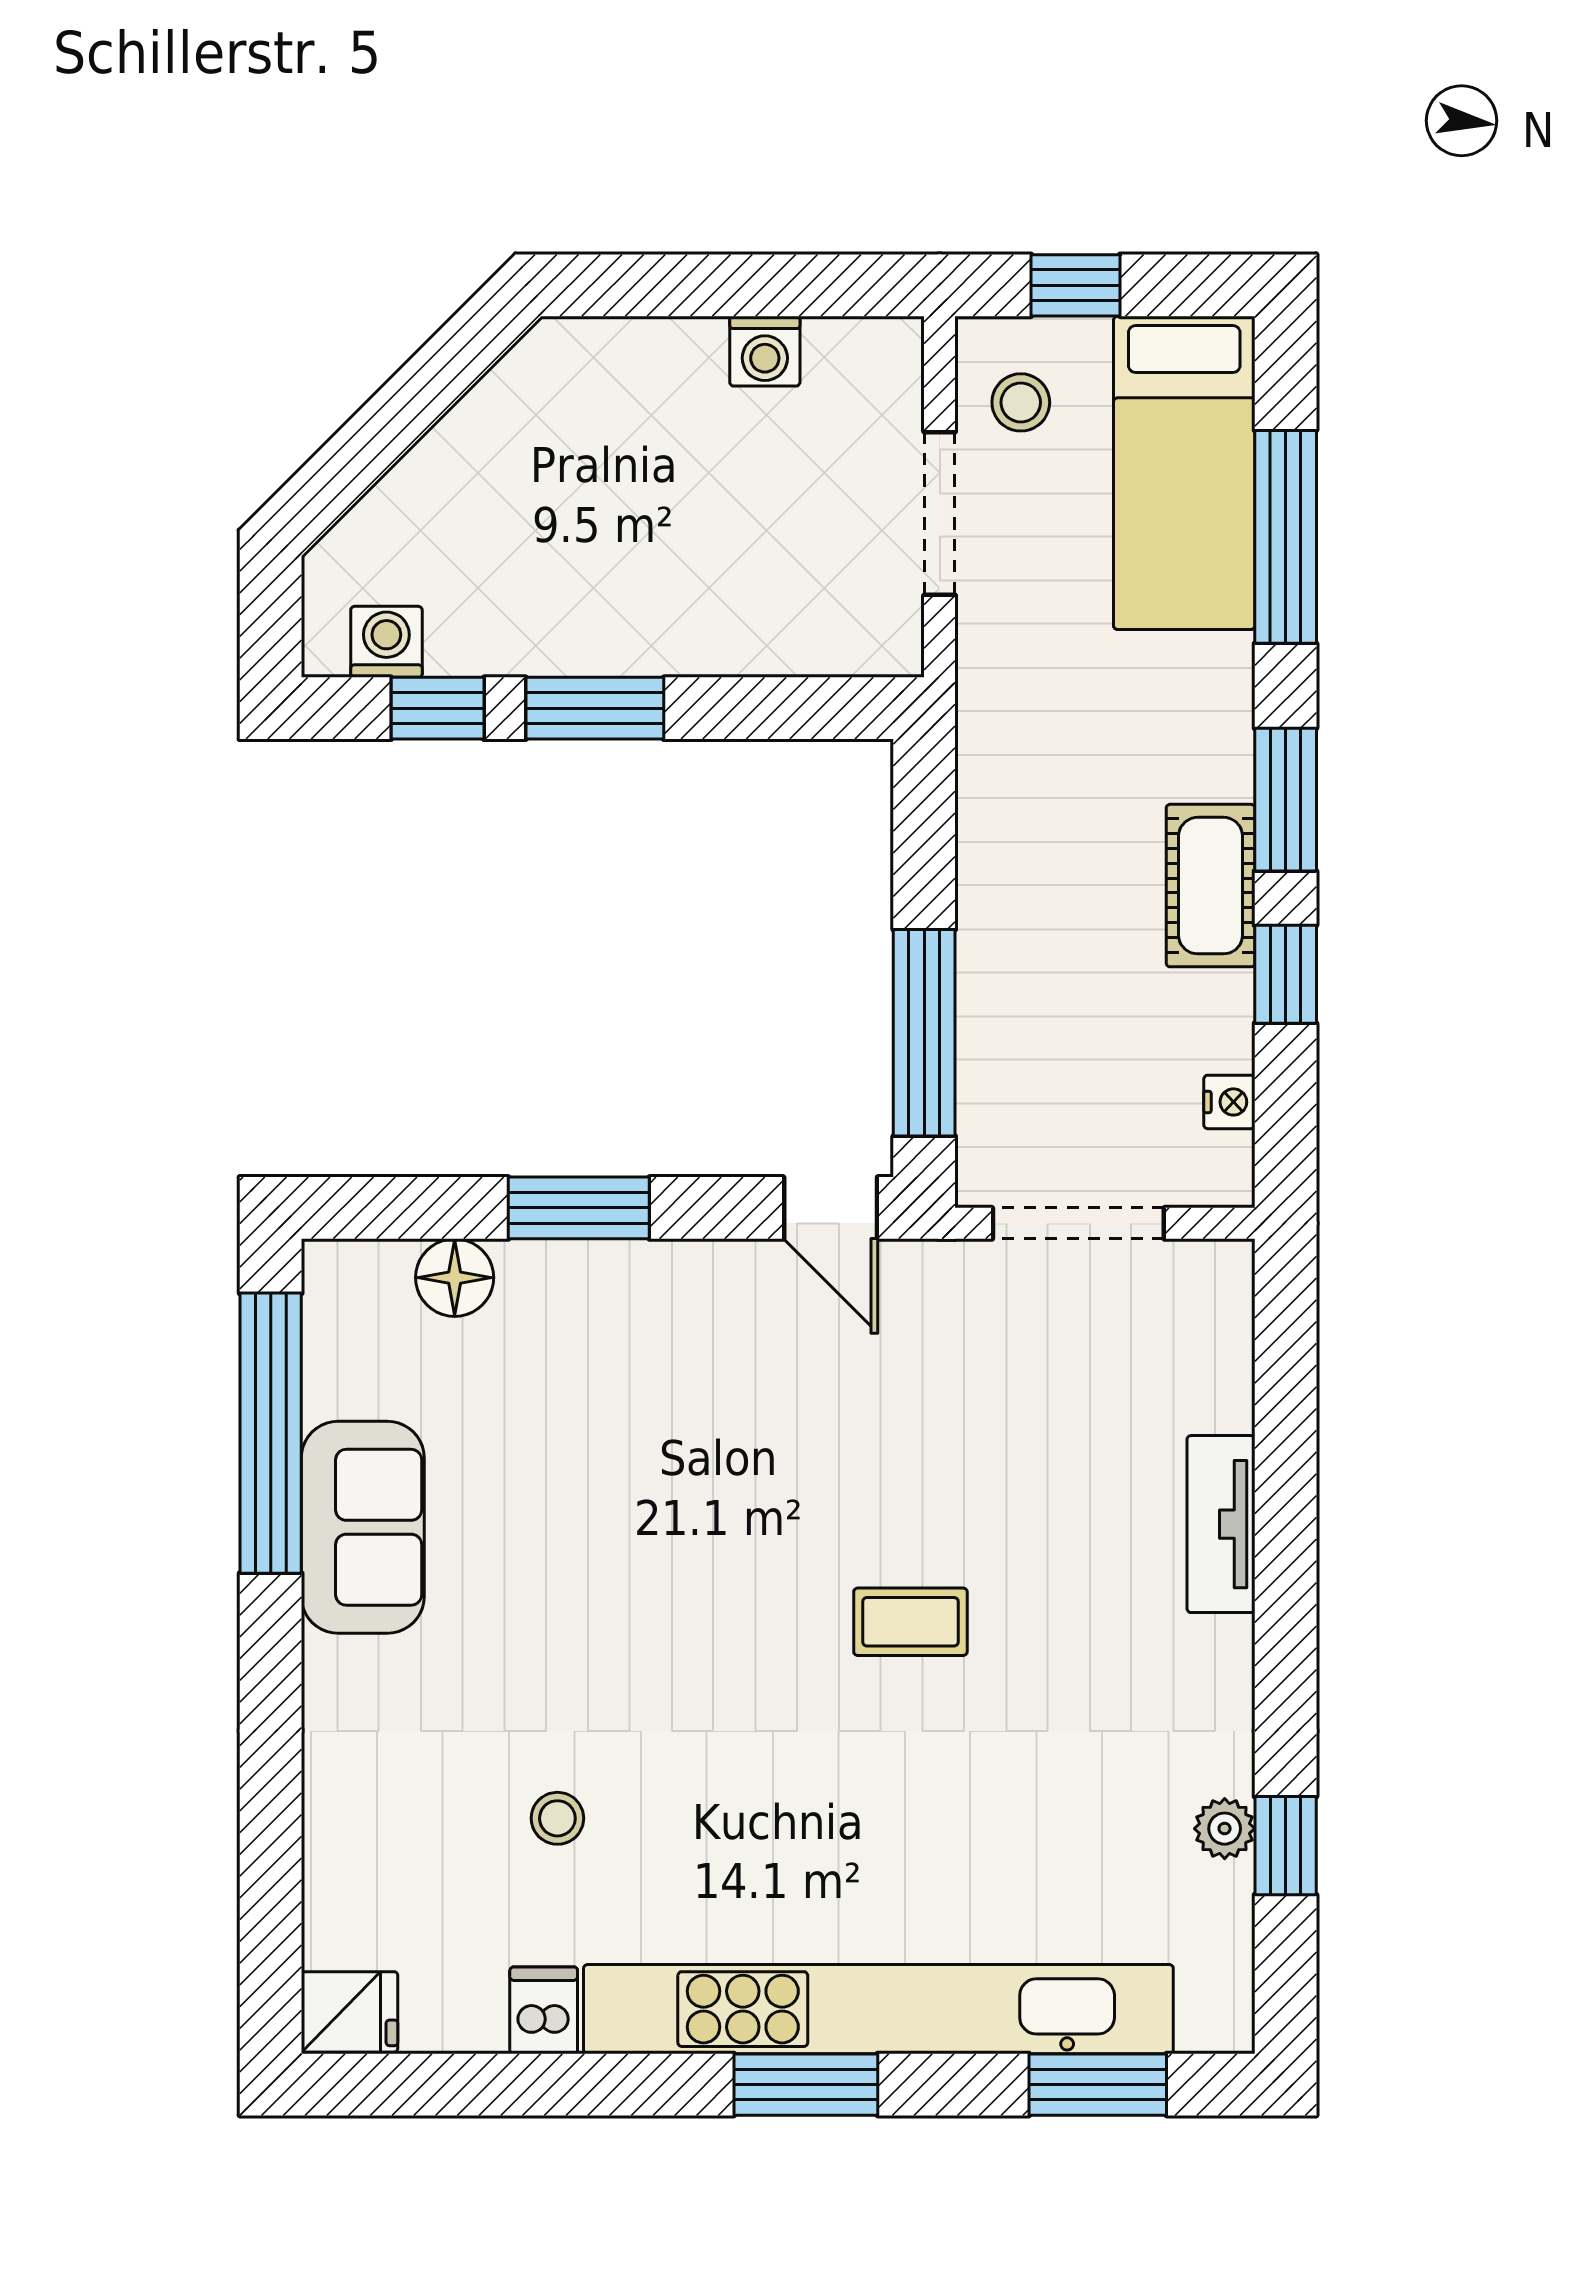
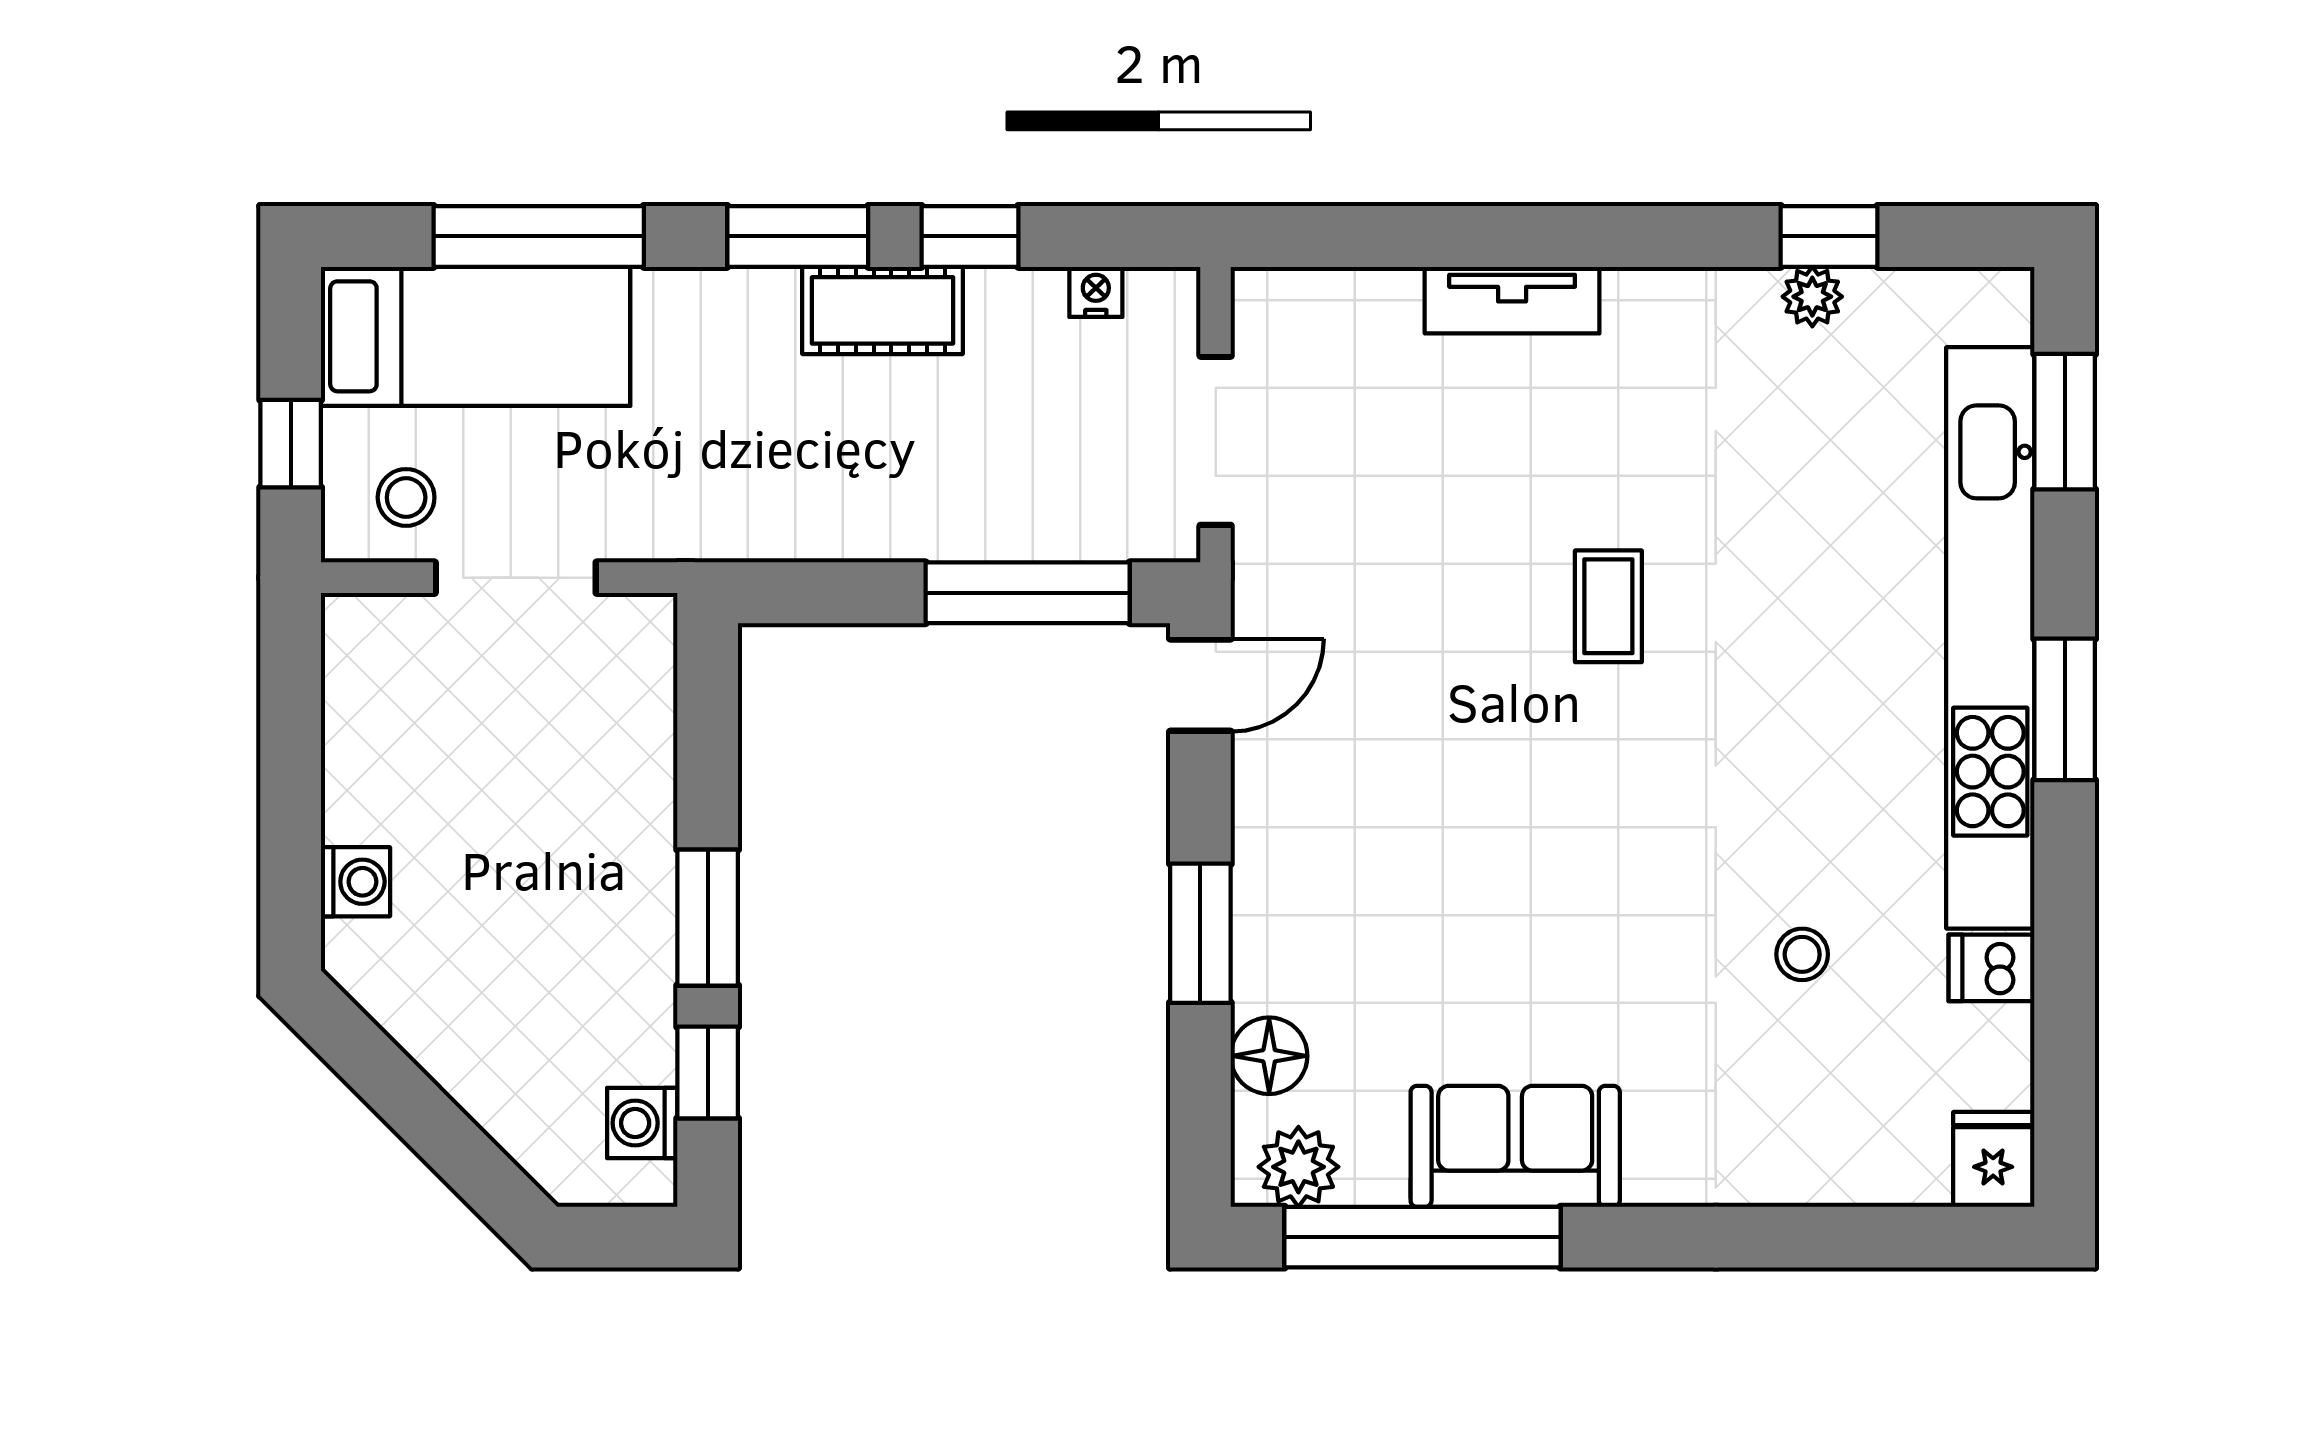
washing machine: (765, 351) -> (356, 882), moved
plant: (342, 1307) -> (1298, 1167), added

